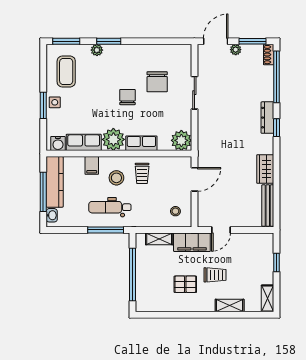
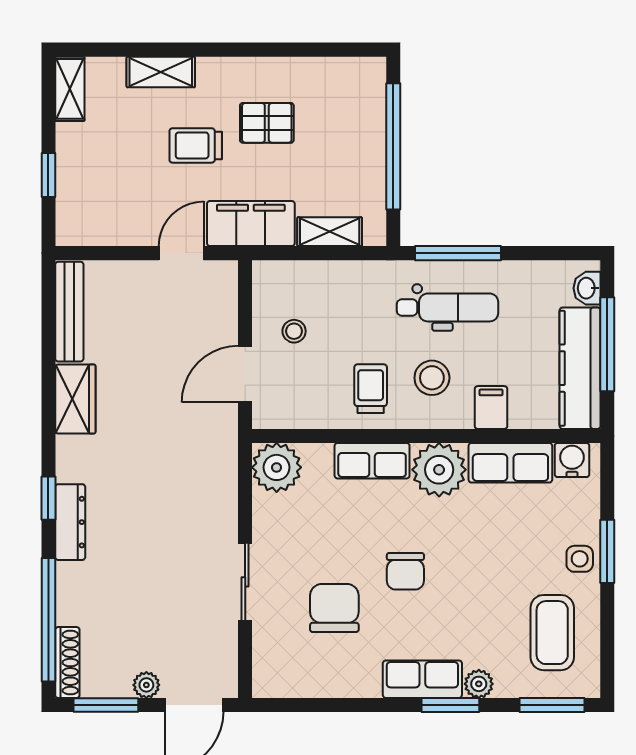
row of seats: (120, 52) -> (422, 679), added
shoe rack: (269, 55) -> (67, 663), width x1.43
stool: (175, 211) -> (294, 331), moved

